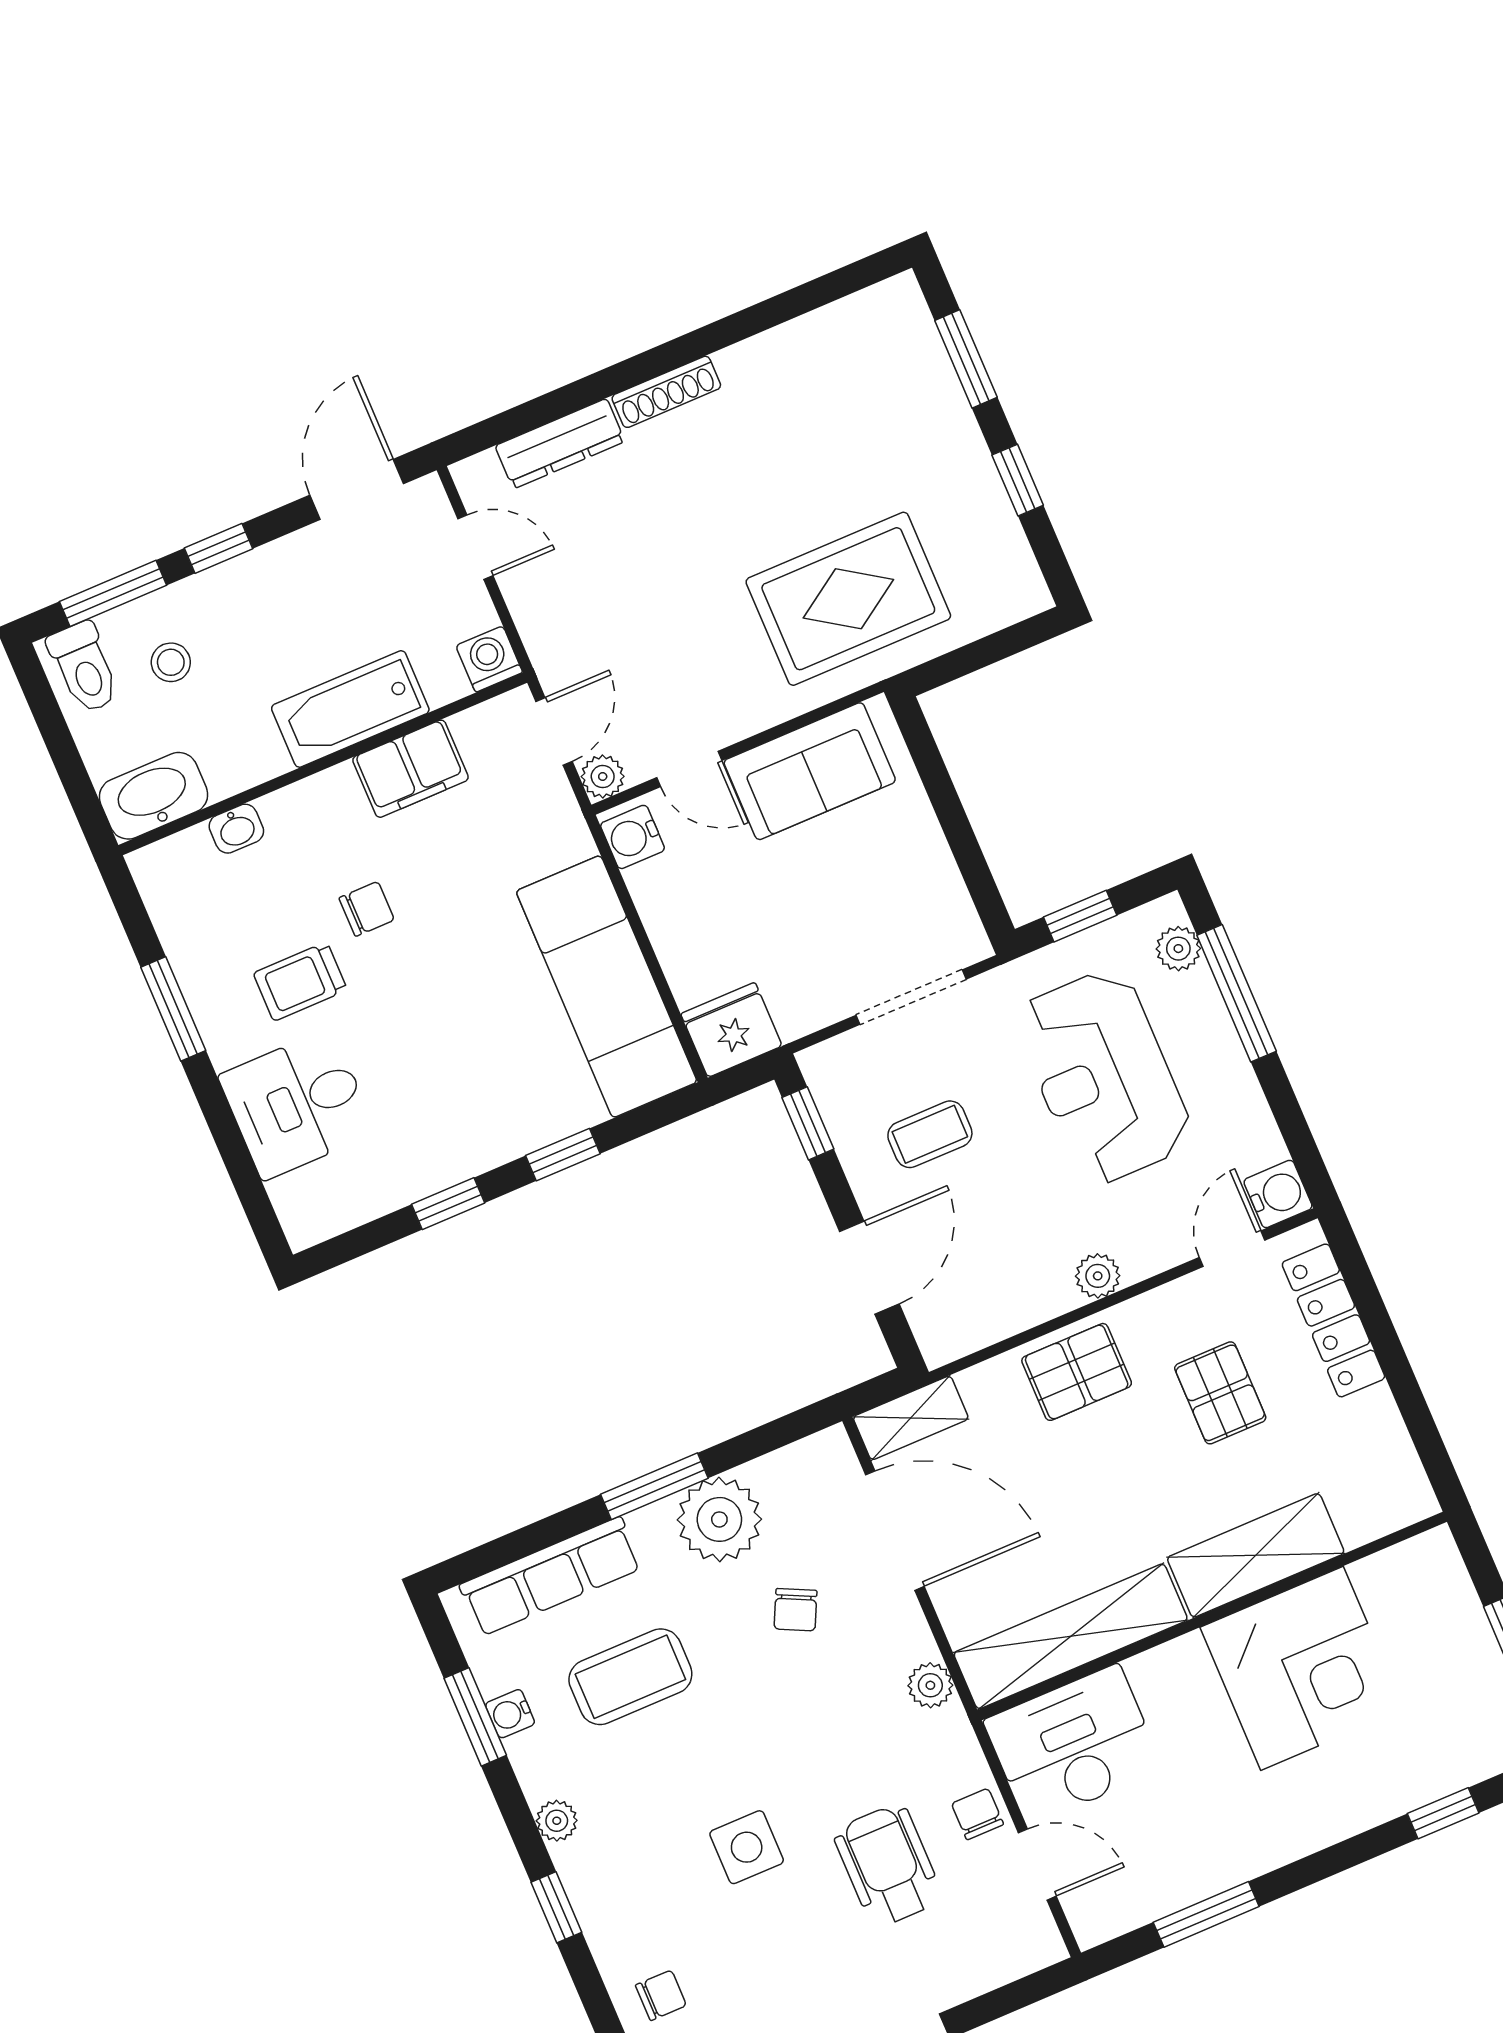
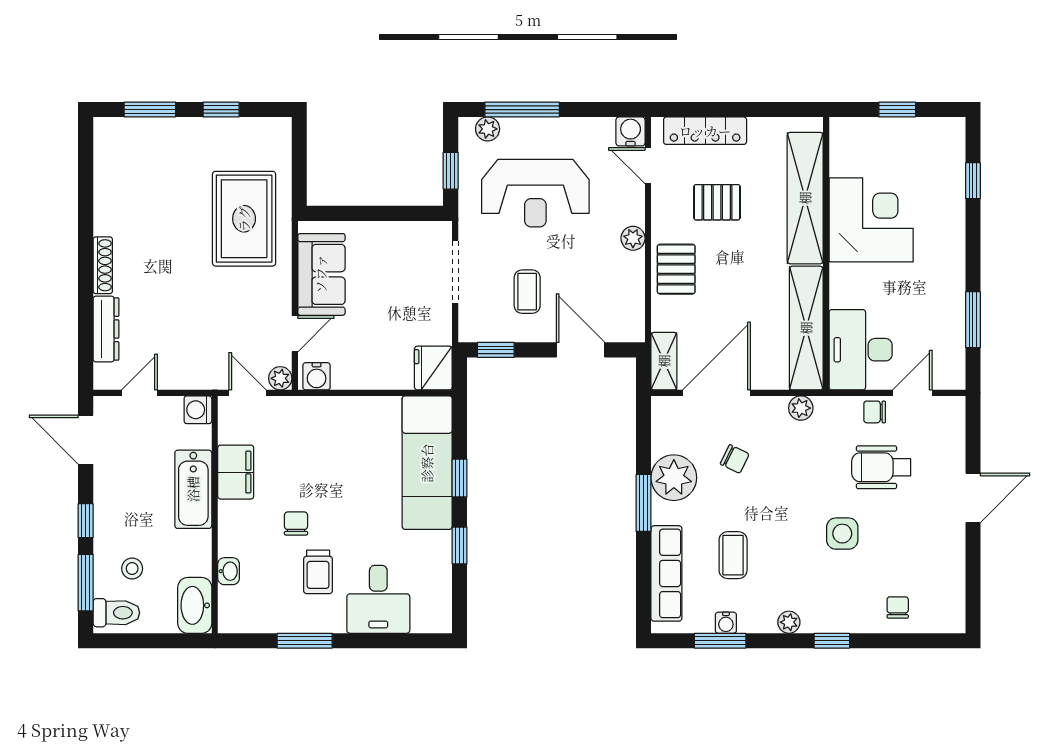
exam couch: (607, 987) -> (427, 463), moved, turned 90
shelving: (1256, 1555) -> (805, 198), width x1.47
coffee table: (630, 1677) -> (733, 555), width x0.73, depth x0.77

